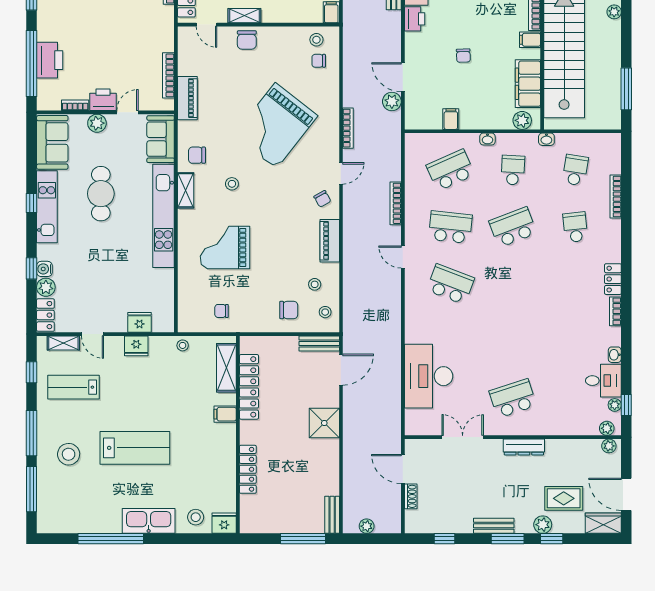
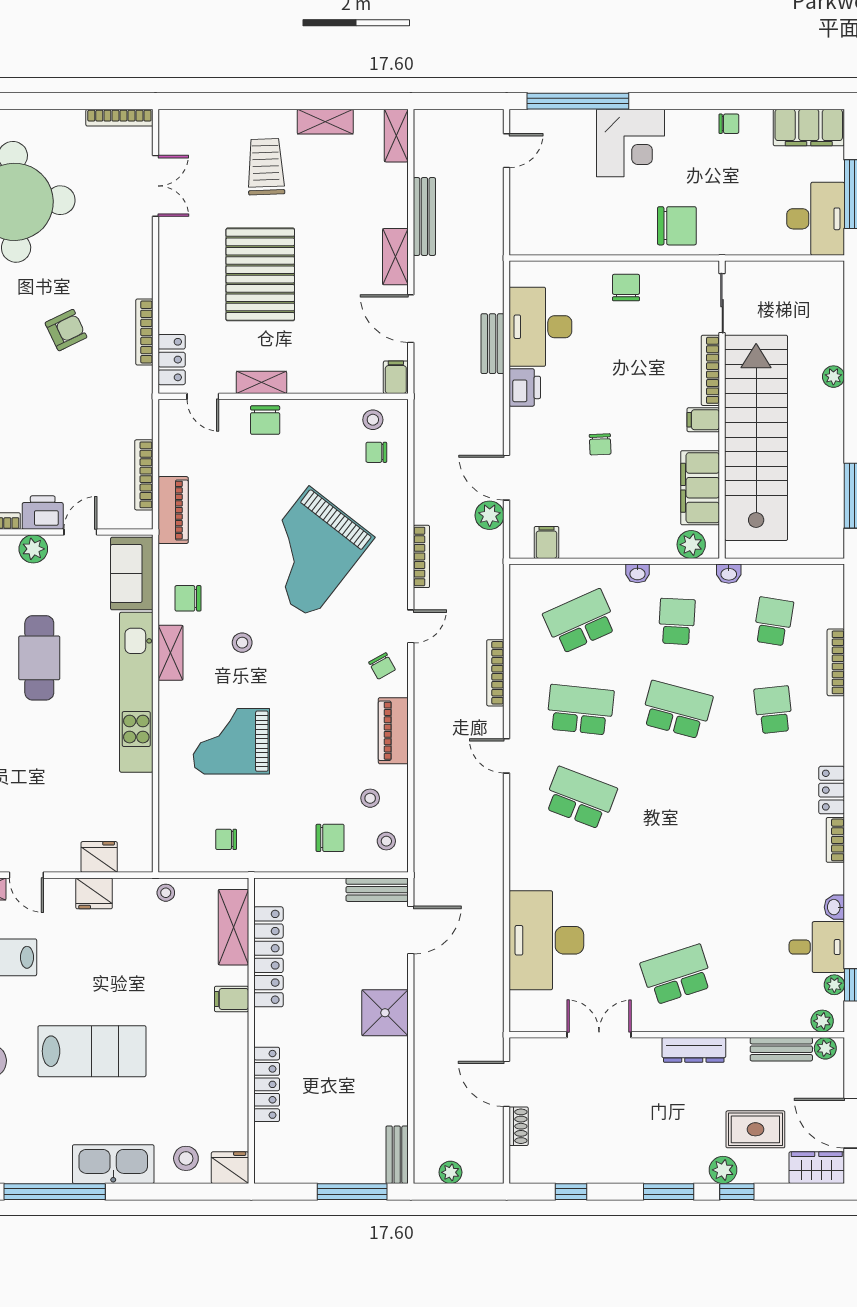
filing cabinet: (451, 119) -> (547, 542), moved
school desk: (513, 227) -> (677, 710), turned 36
bench: (494, 526) -> (781, 1049), moved

